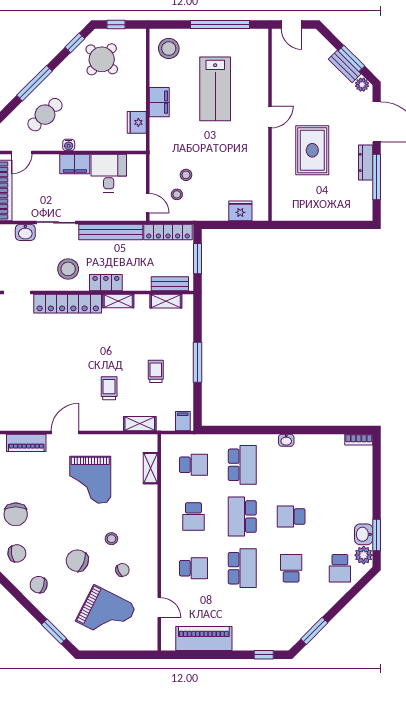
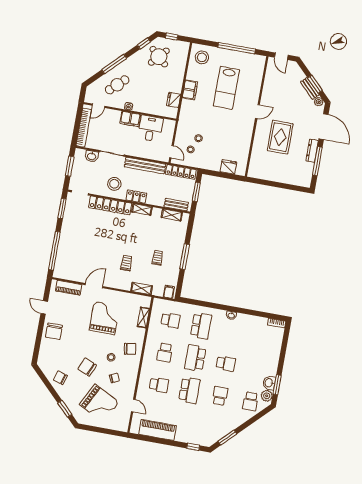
grand piano: (90, 480) -> (104, 318), turned 180
school desk: (291, 516) -> (226, 364), turned 180
chair: (17, 553) -> (130, 349), moved

